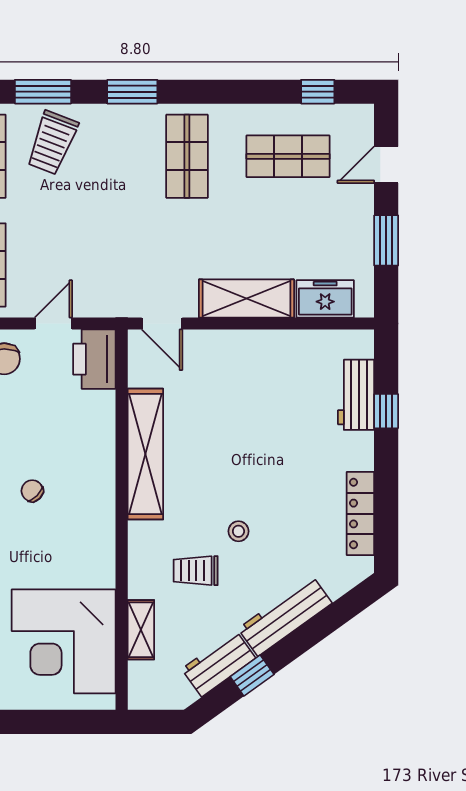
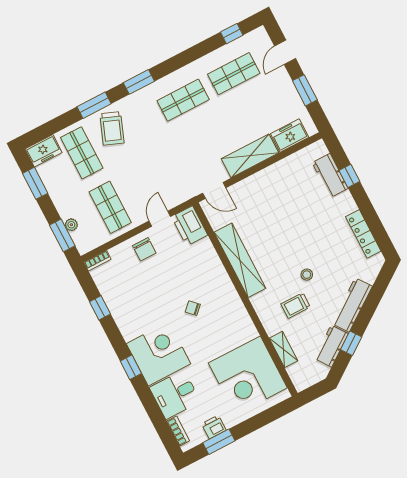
shop shelf: (187, 156) -> (183, 100), turned 90

